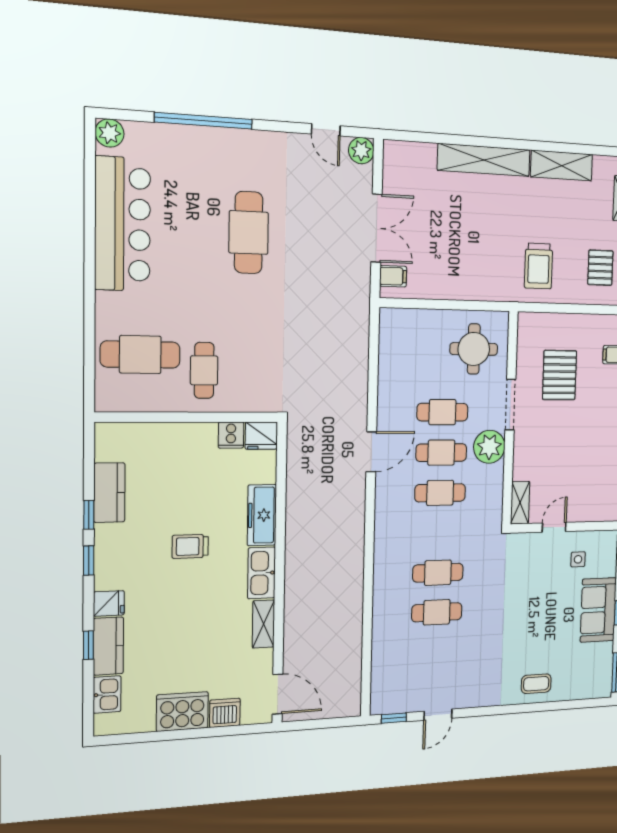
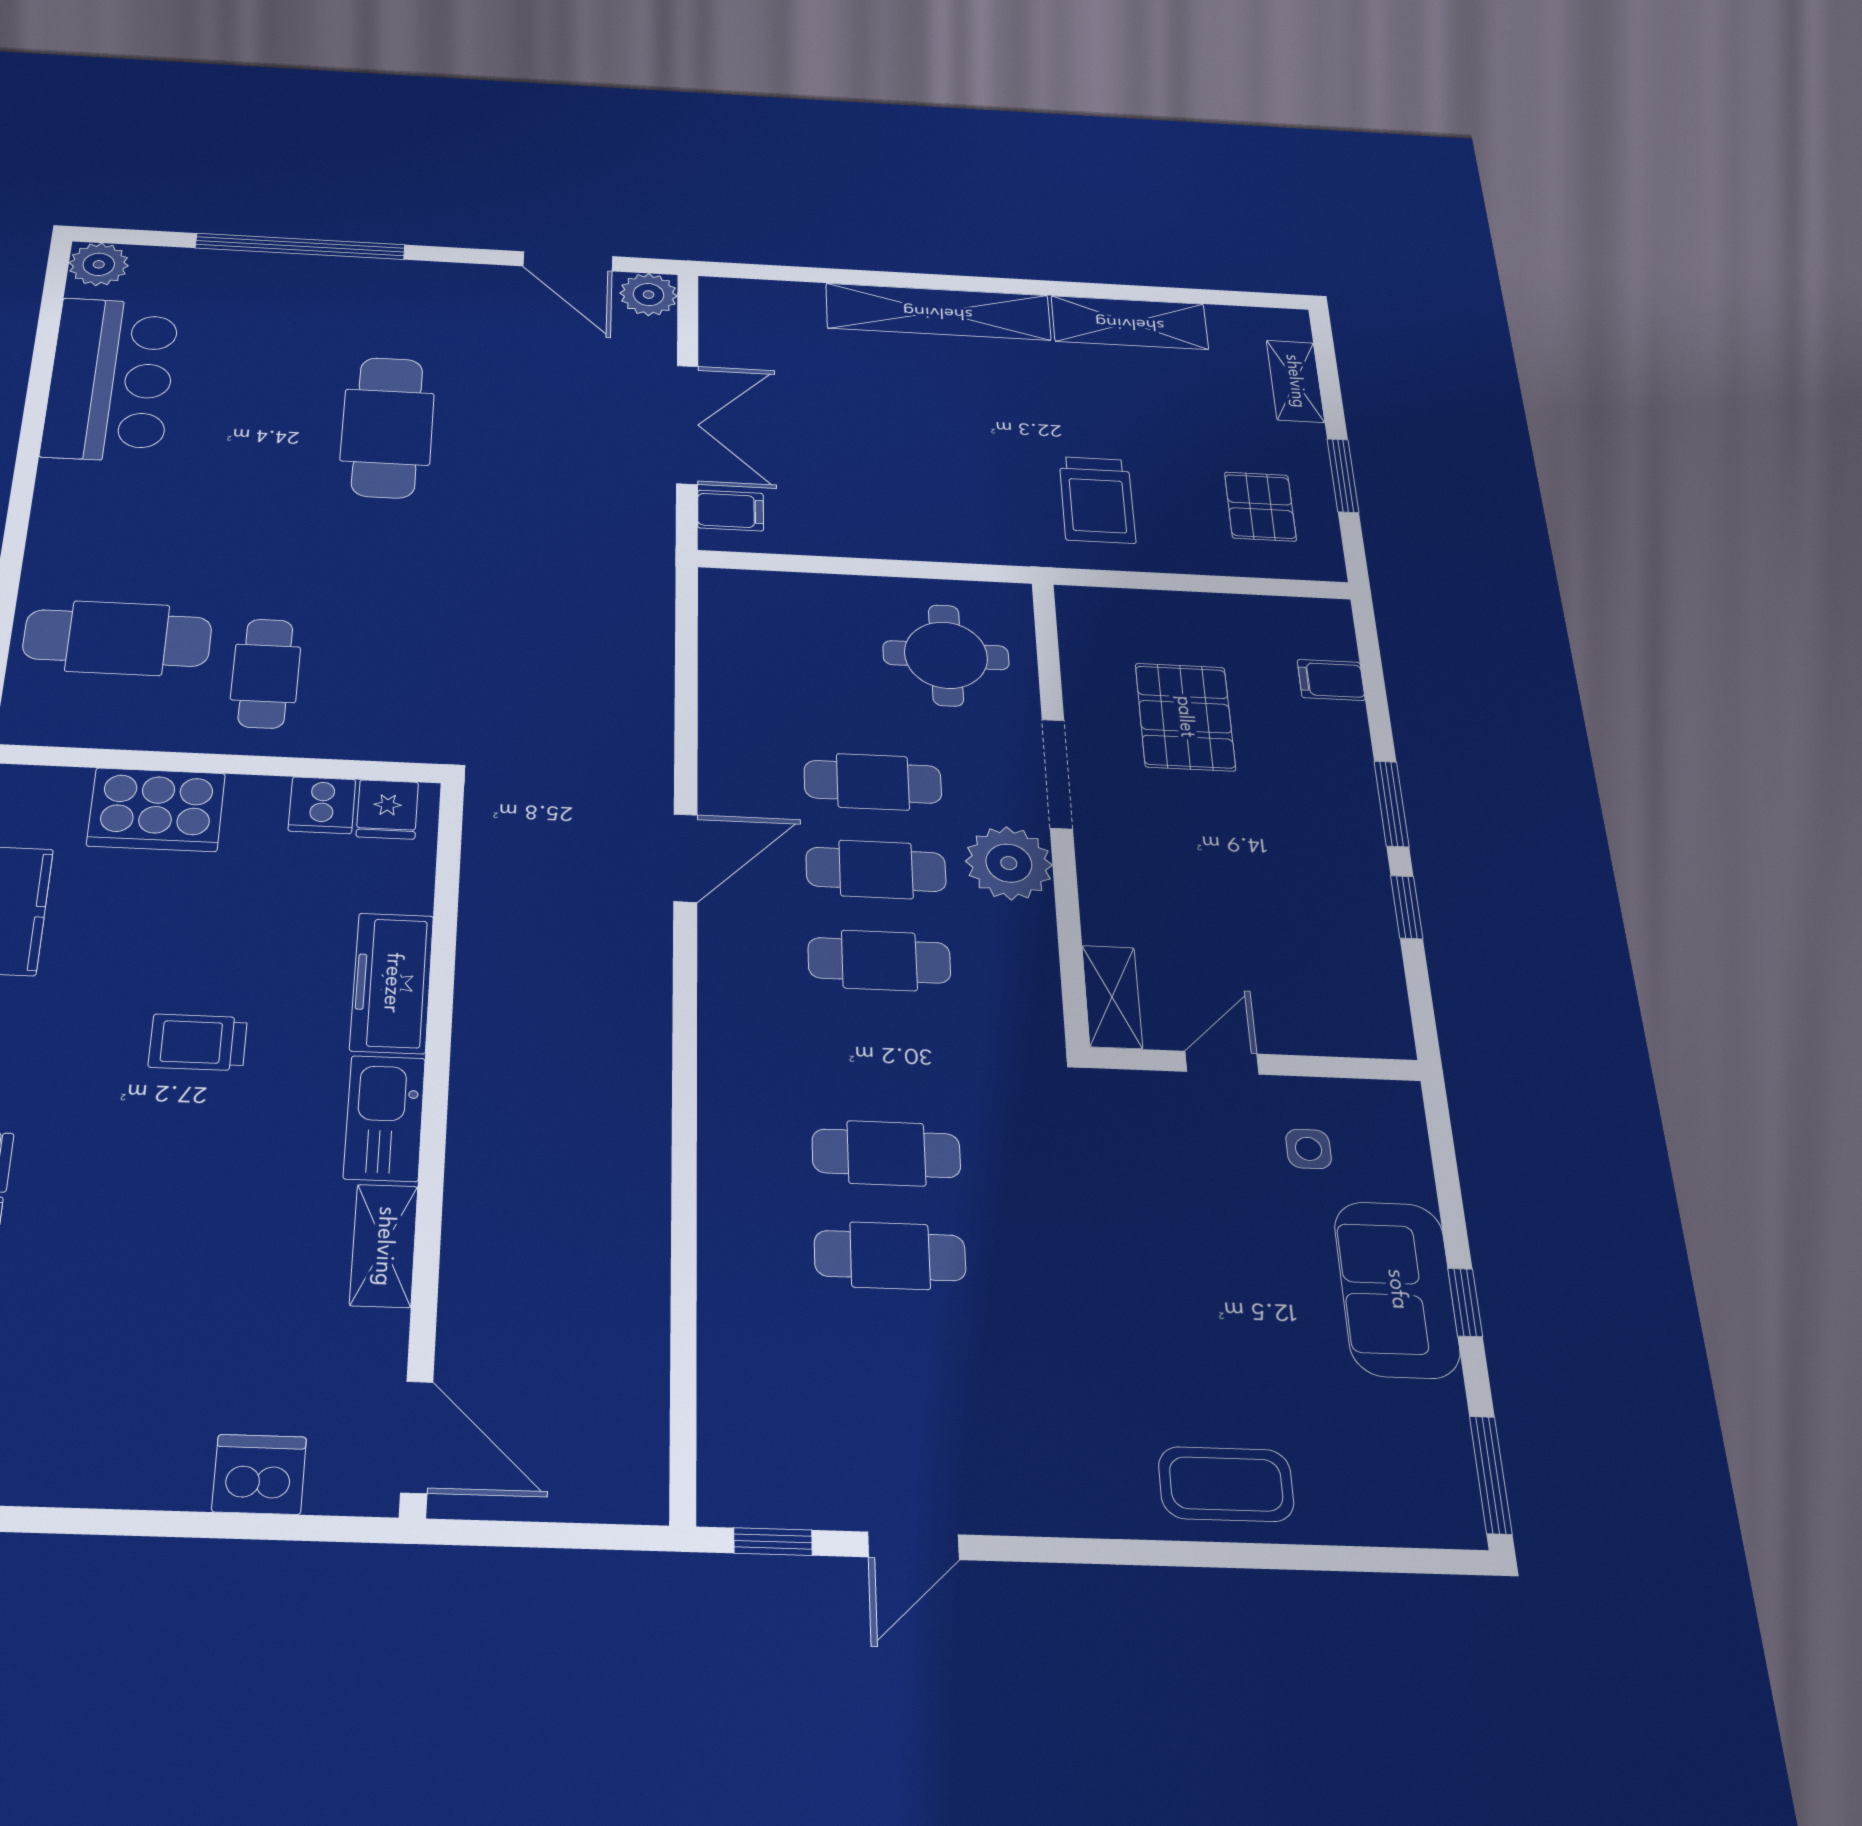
door: (326, 130) -> (568, 261), width x1.38
bar counter: (123, 224) -> (111, 379), width x0.73
fridge: (261, 436) -> (387, 809), width x0.72
coffee table: (536, 684) -> (1226, 1484), width x1.36, depth x1.30
cooker: (182, 711) -> (156, 810), moved, turned 180

